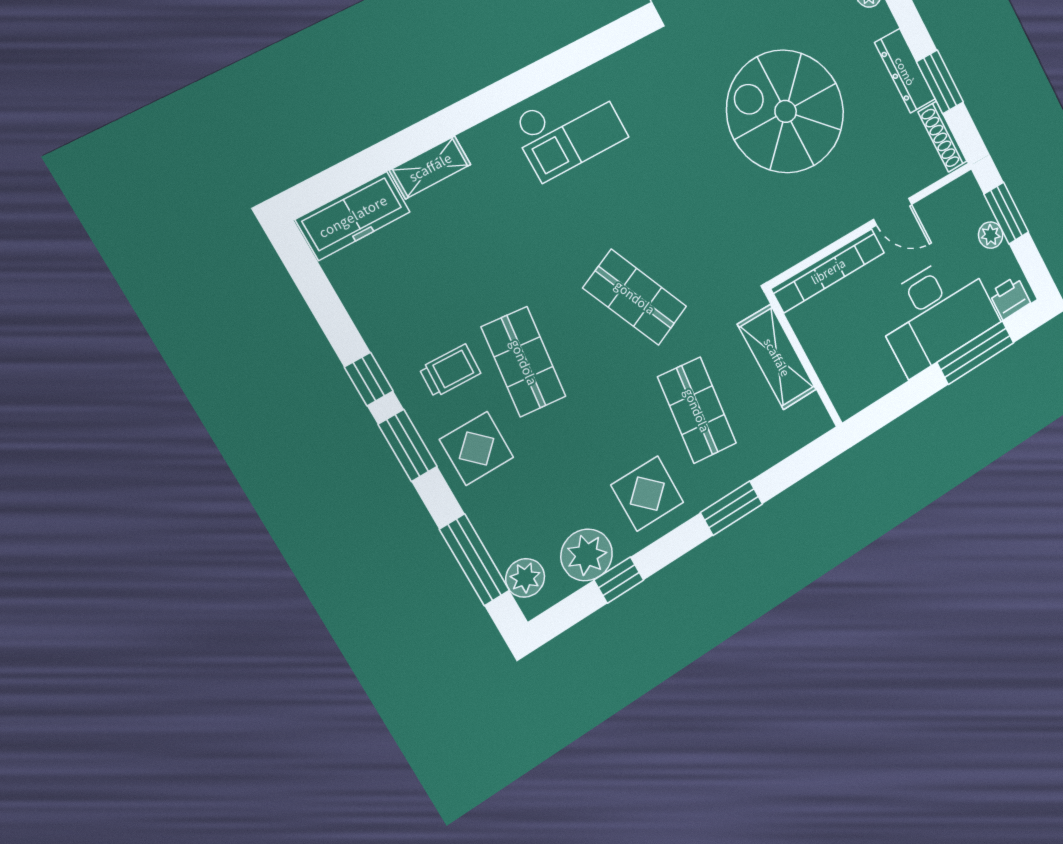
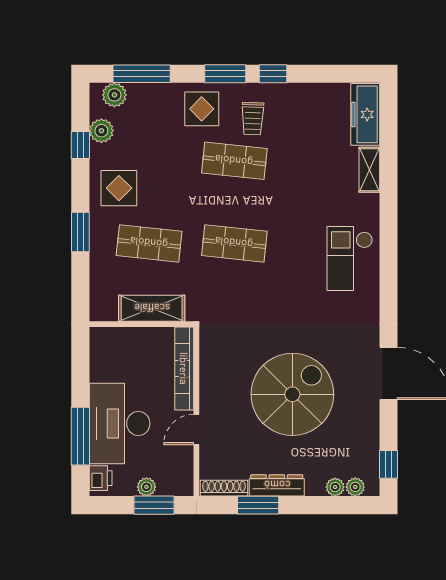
shop shelf: (635, 297) -> (234, 243), turned 30
plant: (587, 555) -> (101, 131), width x0.73, depth x0.73

